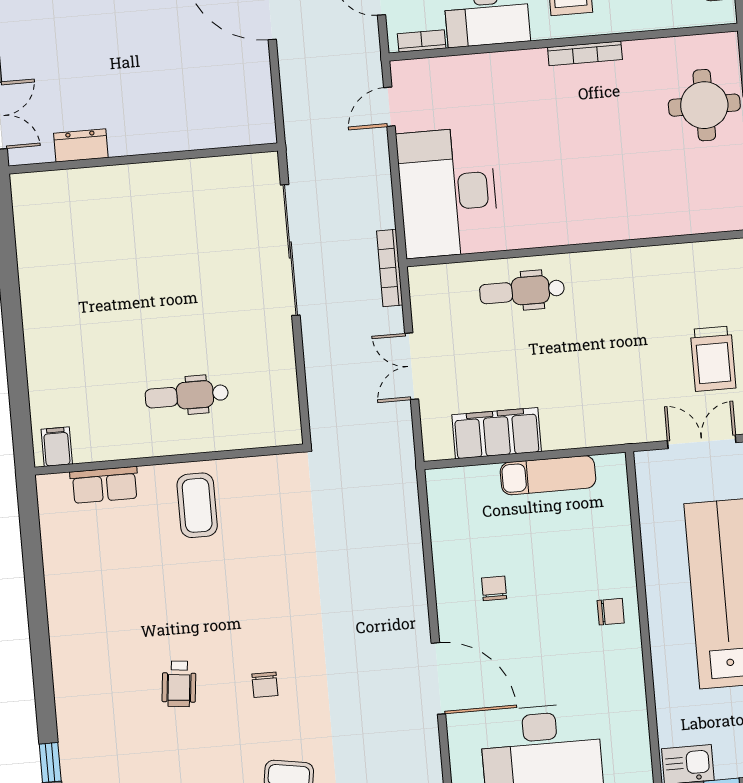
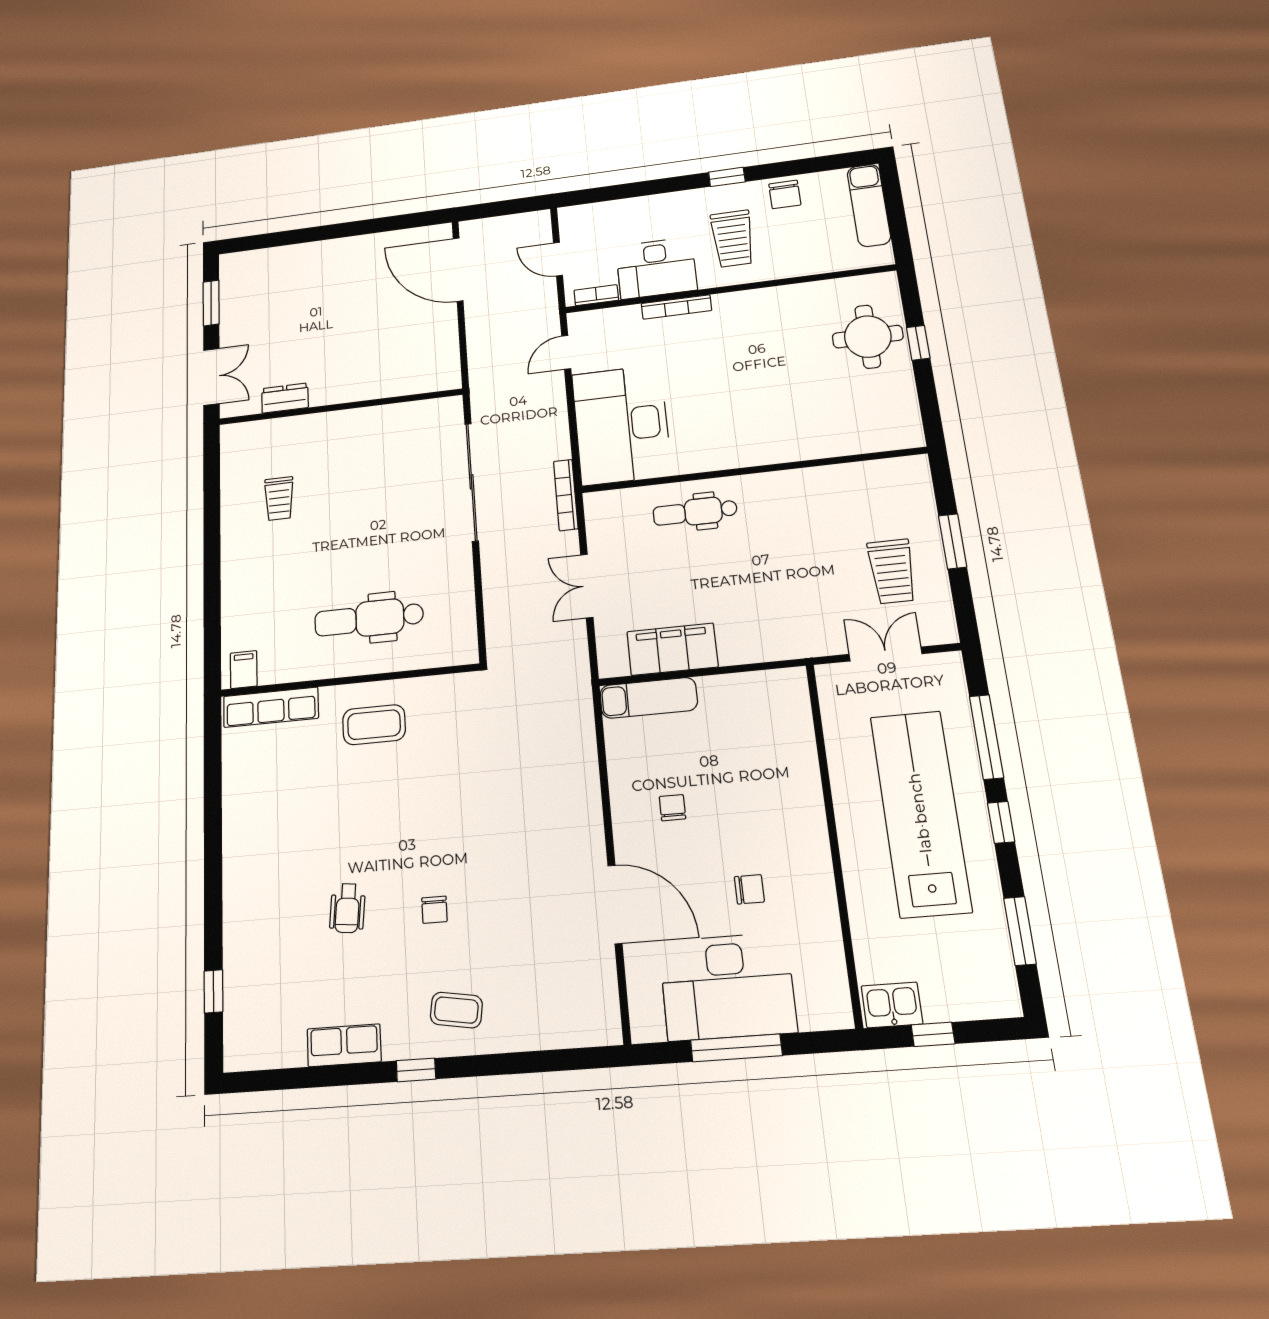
bookcase: (585, 53) -> (676, 307), moved
trolley: (82, 261) -> (279, 499), added
dental chair: (187, 395) -> (369, 619), width x1.36, depth x1.38
exam couch: (548, 475) -> (649, 698), moved
row of seats: (104, 485) -> (271, 707), width x1.48
coffee table: (197, 505) -> (374, 725), turned 90
chair: (611, 612) -> (749, 889), moved

